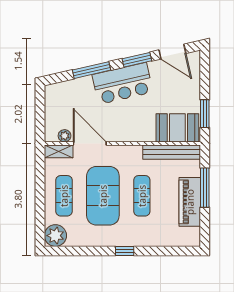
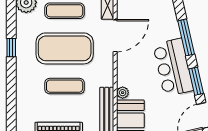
plant: (65, 136) -> (123, 93), moved
window: (125, 251) -> (11, 48), moved

